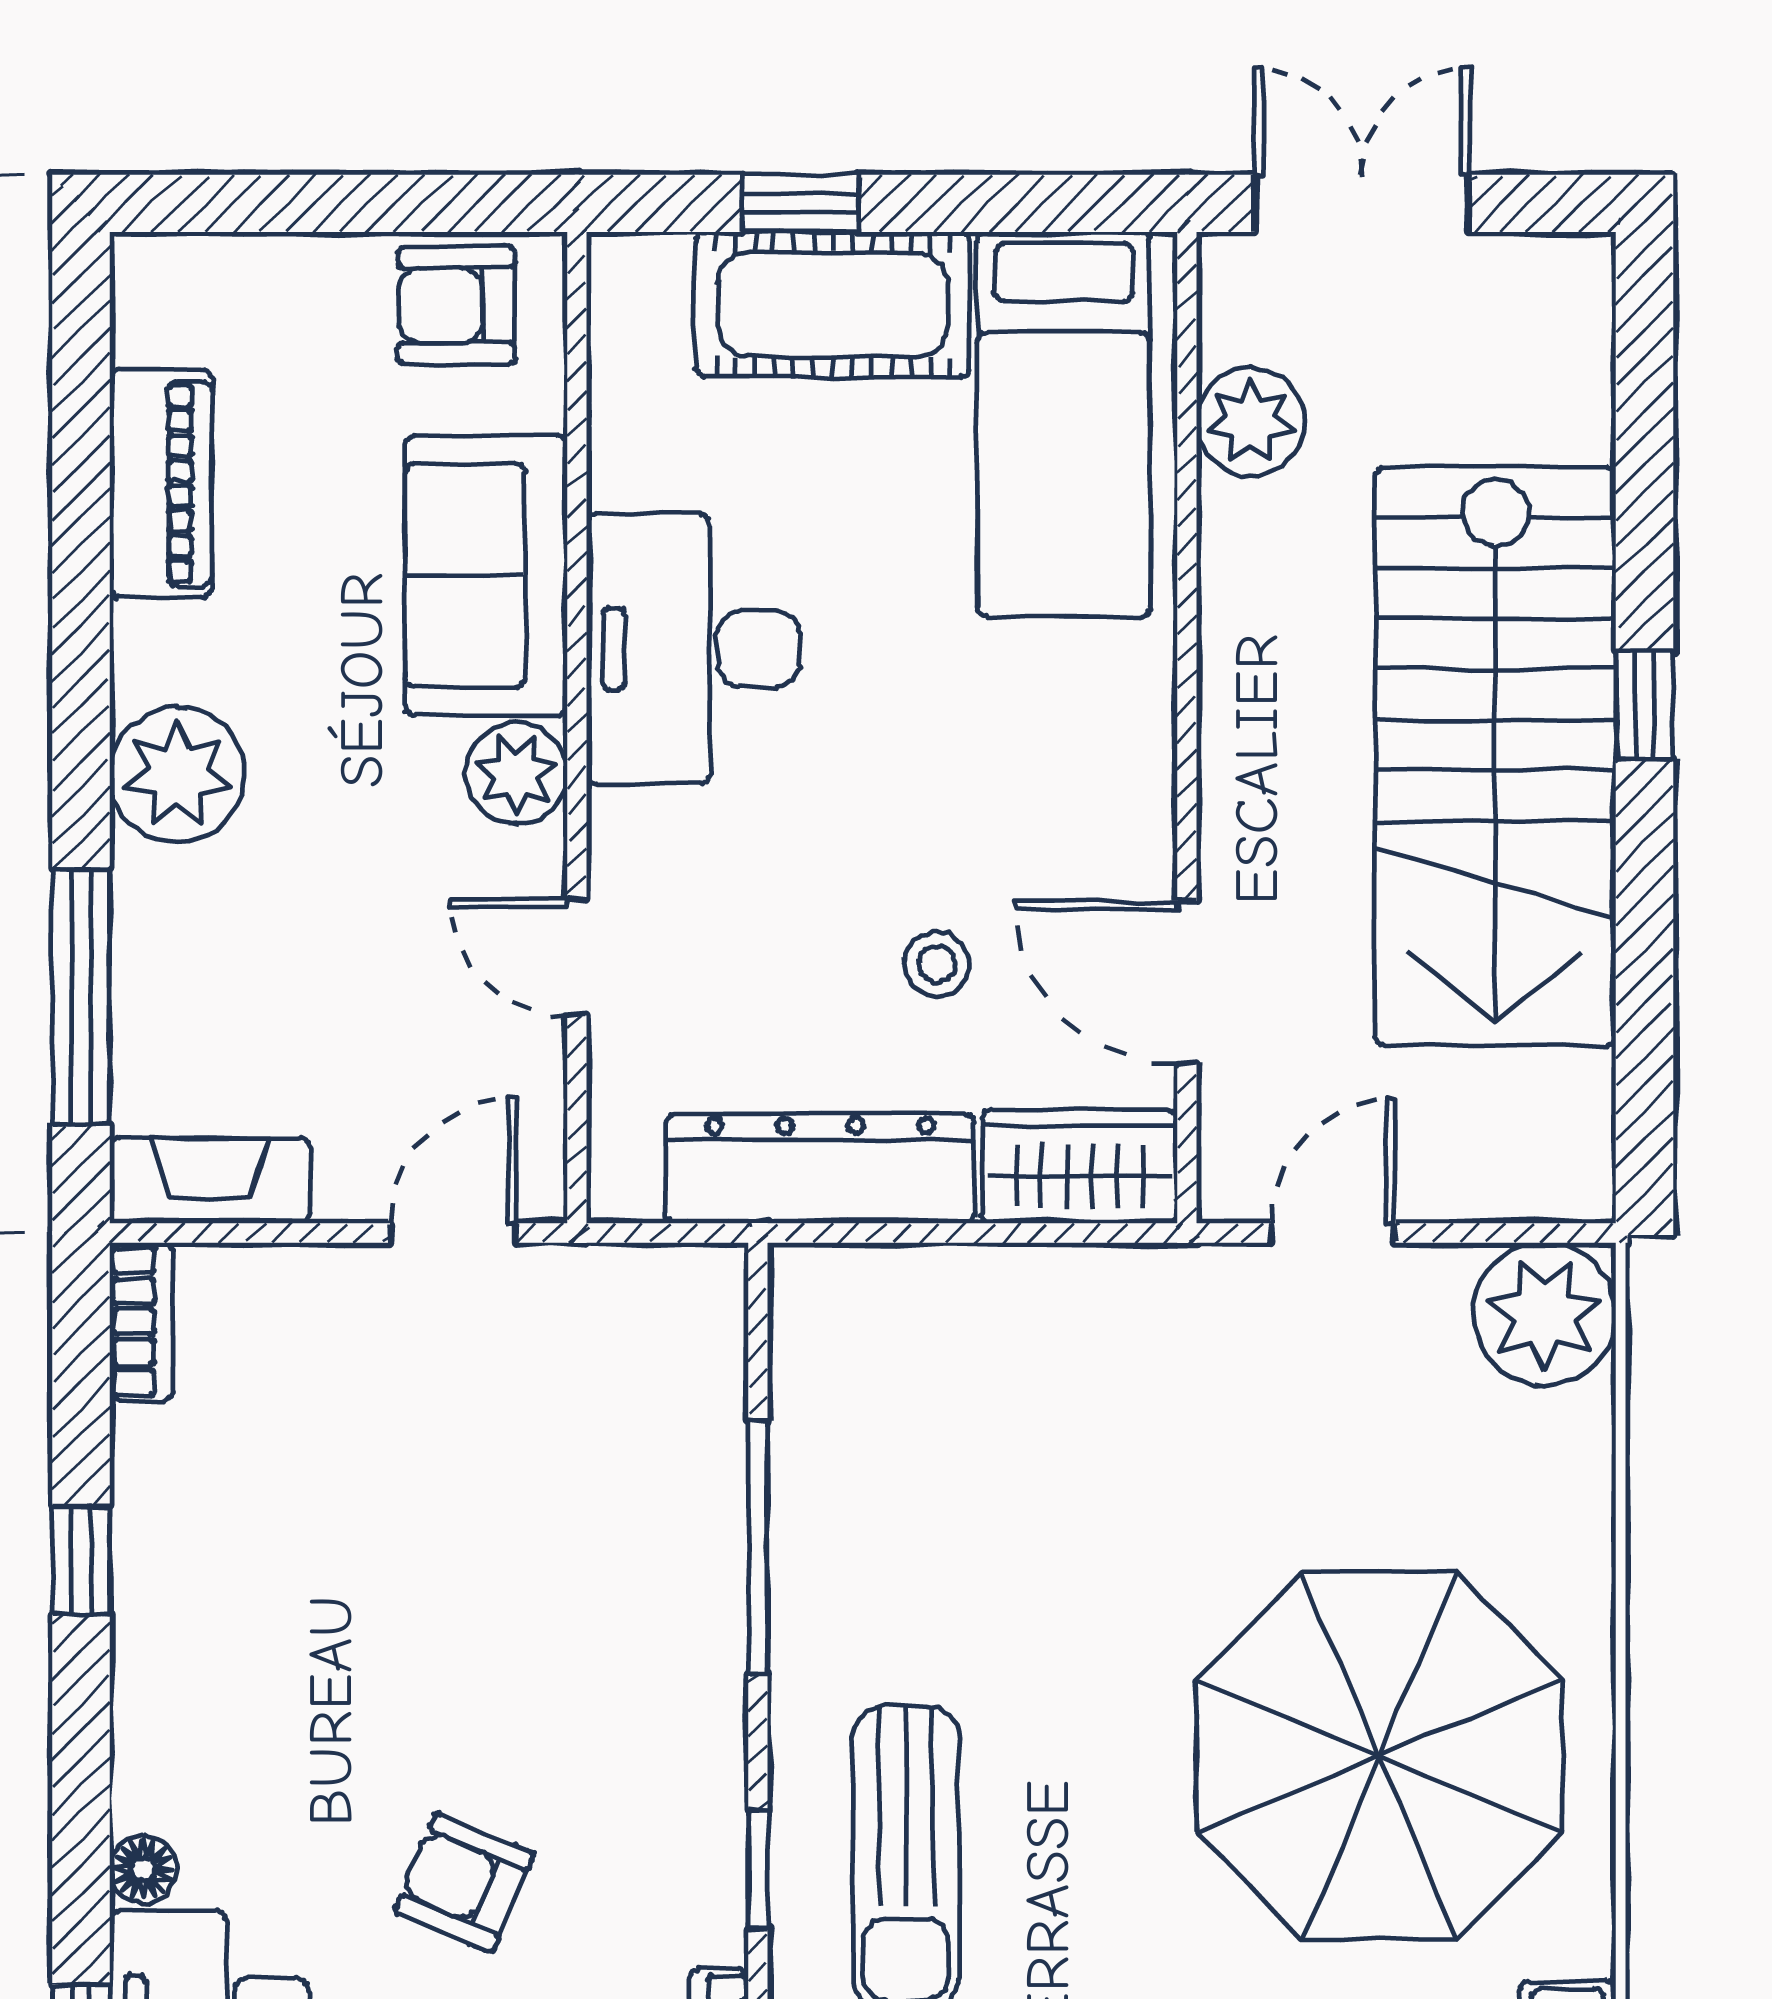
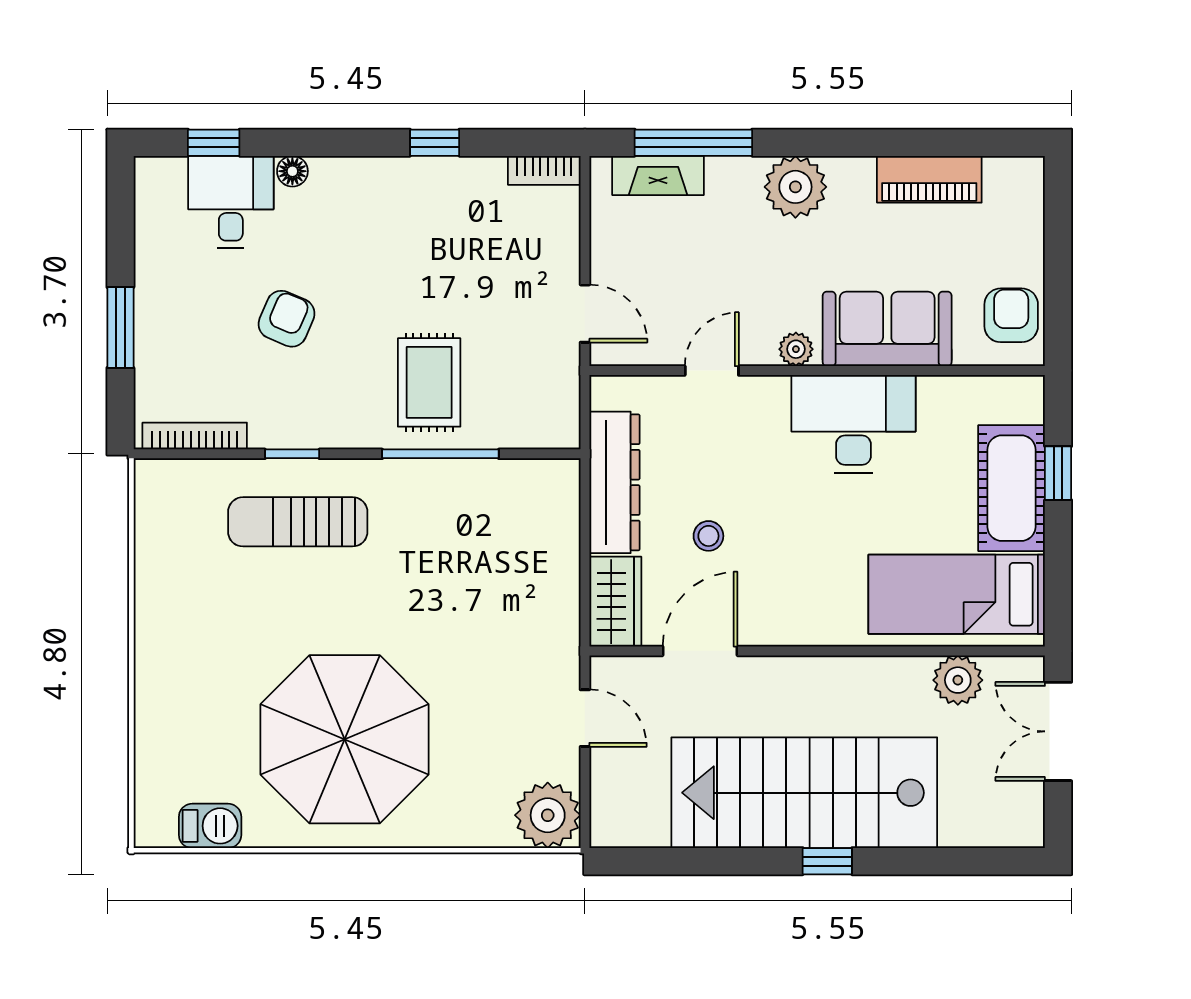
double door: (1362, 203) -> (1058, 731), swing flipped
plant: (517, 774) -> (796, 349), width x0.73, depth x0.73
fireplace: (210, 1181) -> (658, 175), moved, turned 90
rug: (603, 1572) -> (429, 382), added

